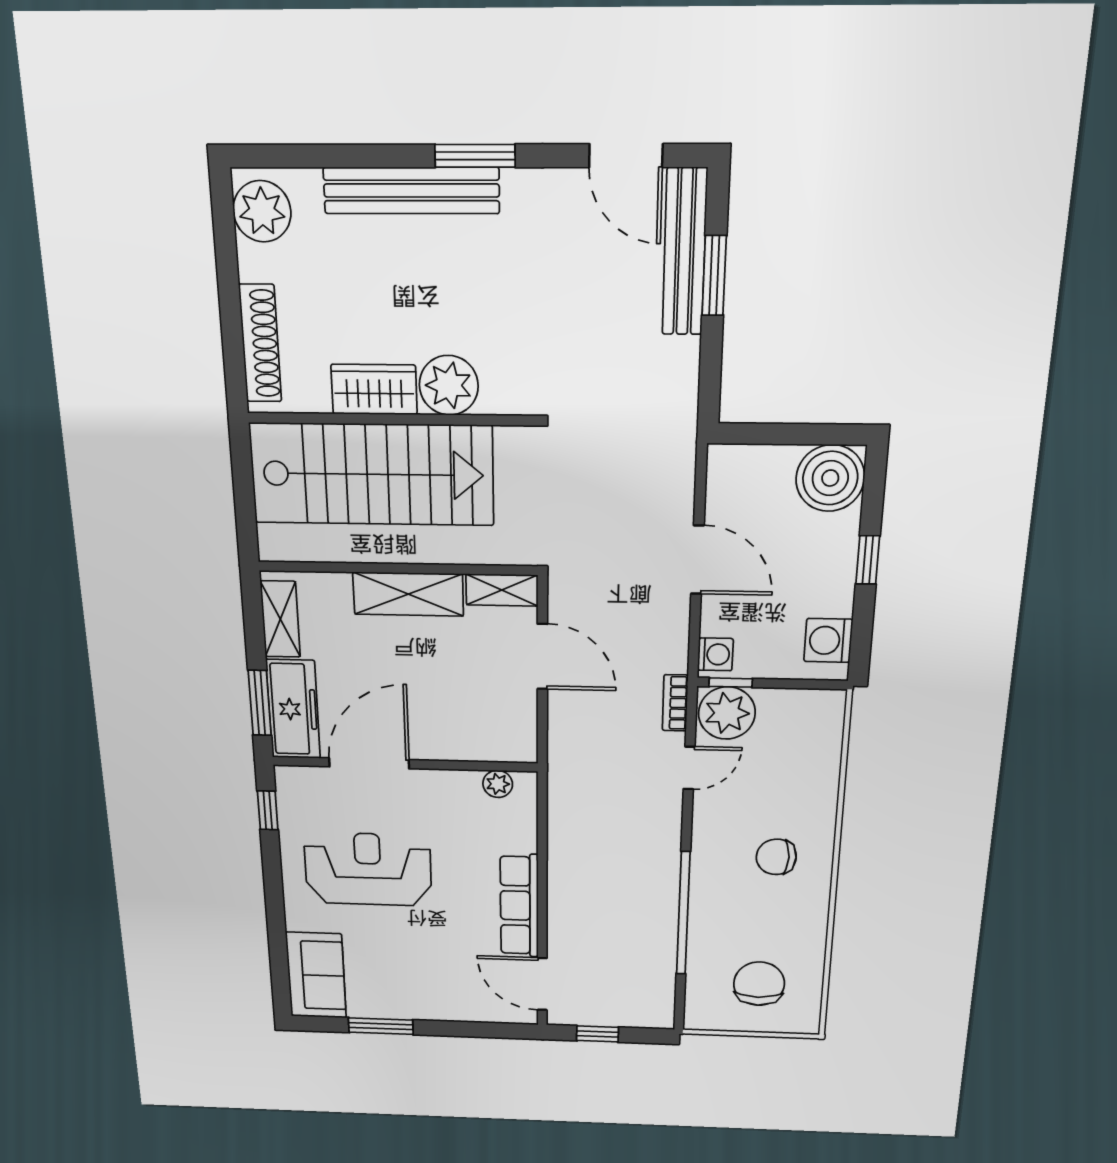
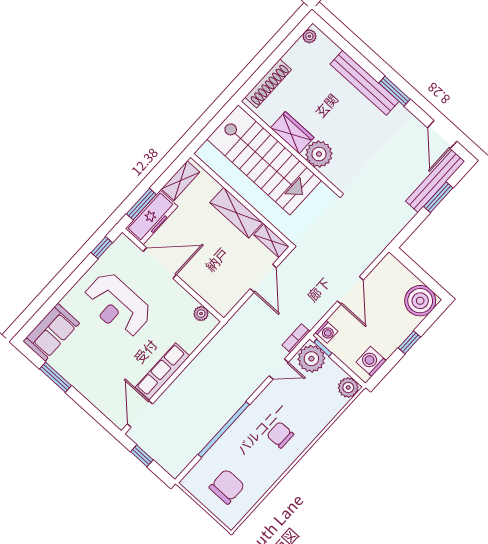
plant: (262, 211) -> (309, 36), width x0.53, depth x0.53
plant: (825, 708) -> (348, 388), added
reception desk: (368, 869) -> (117, 305), turned 180

